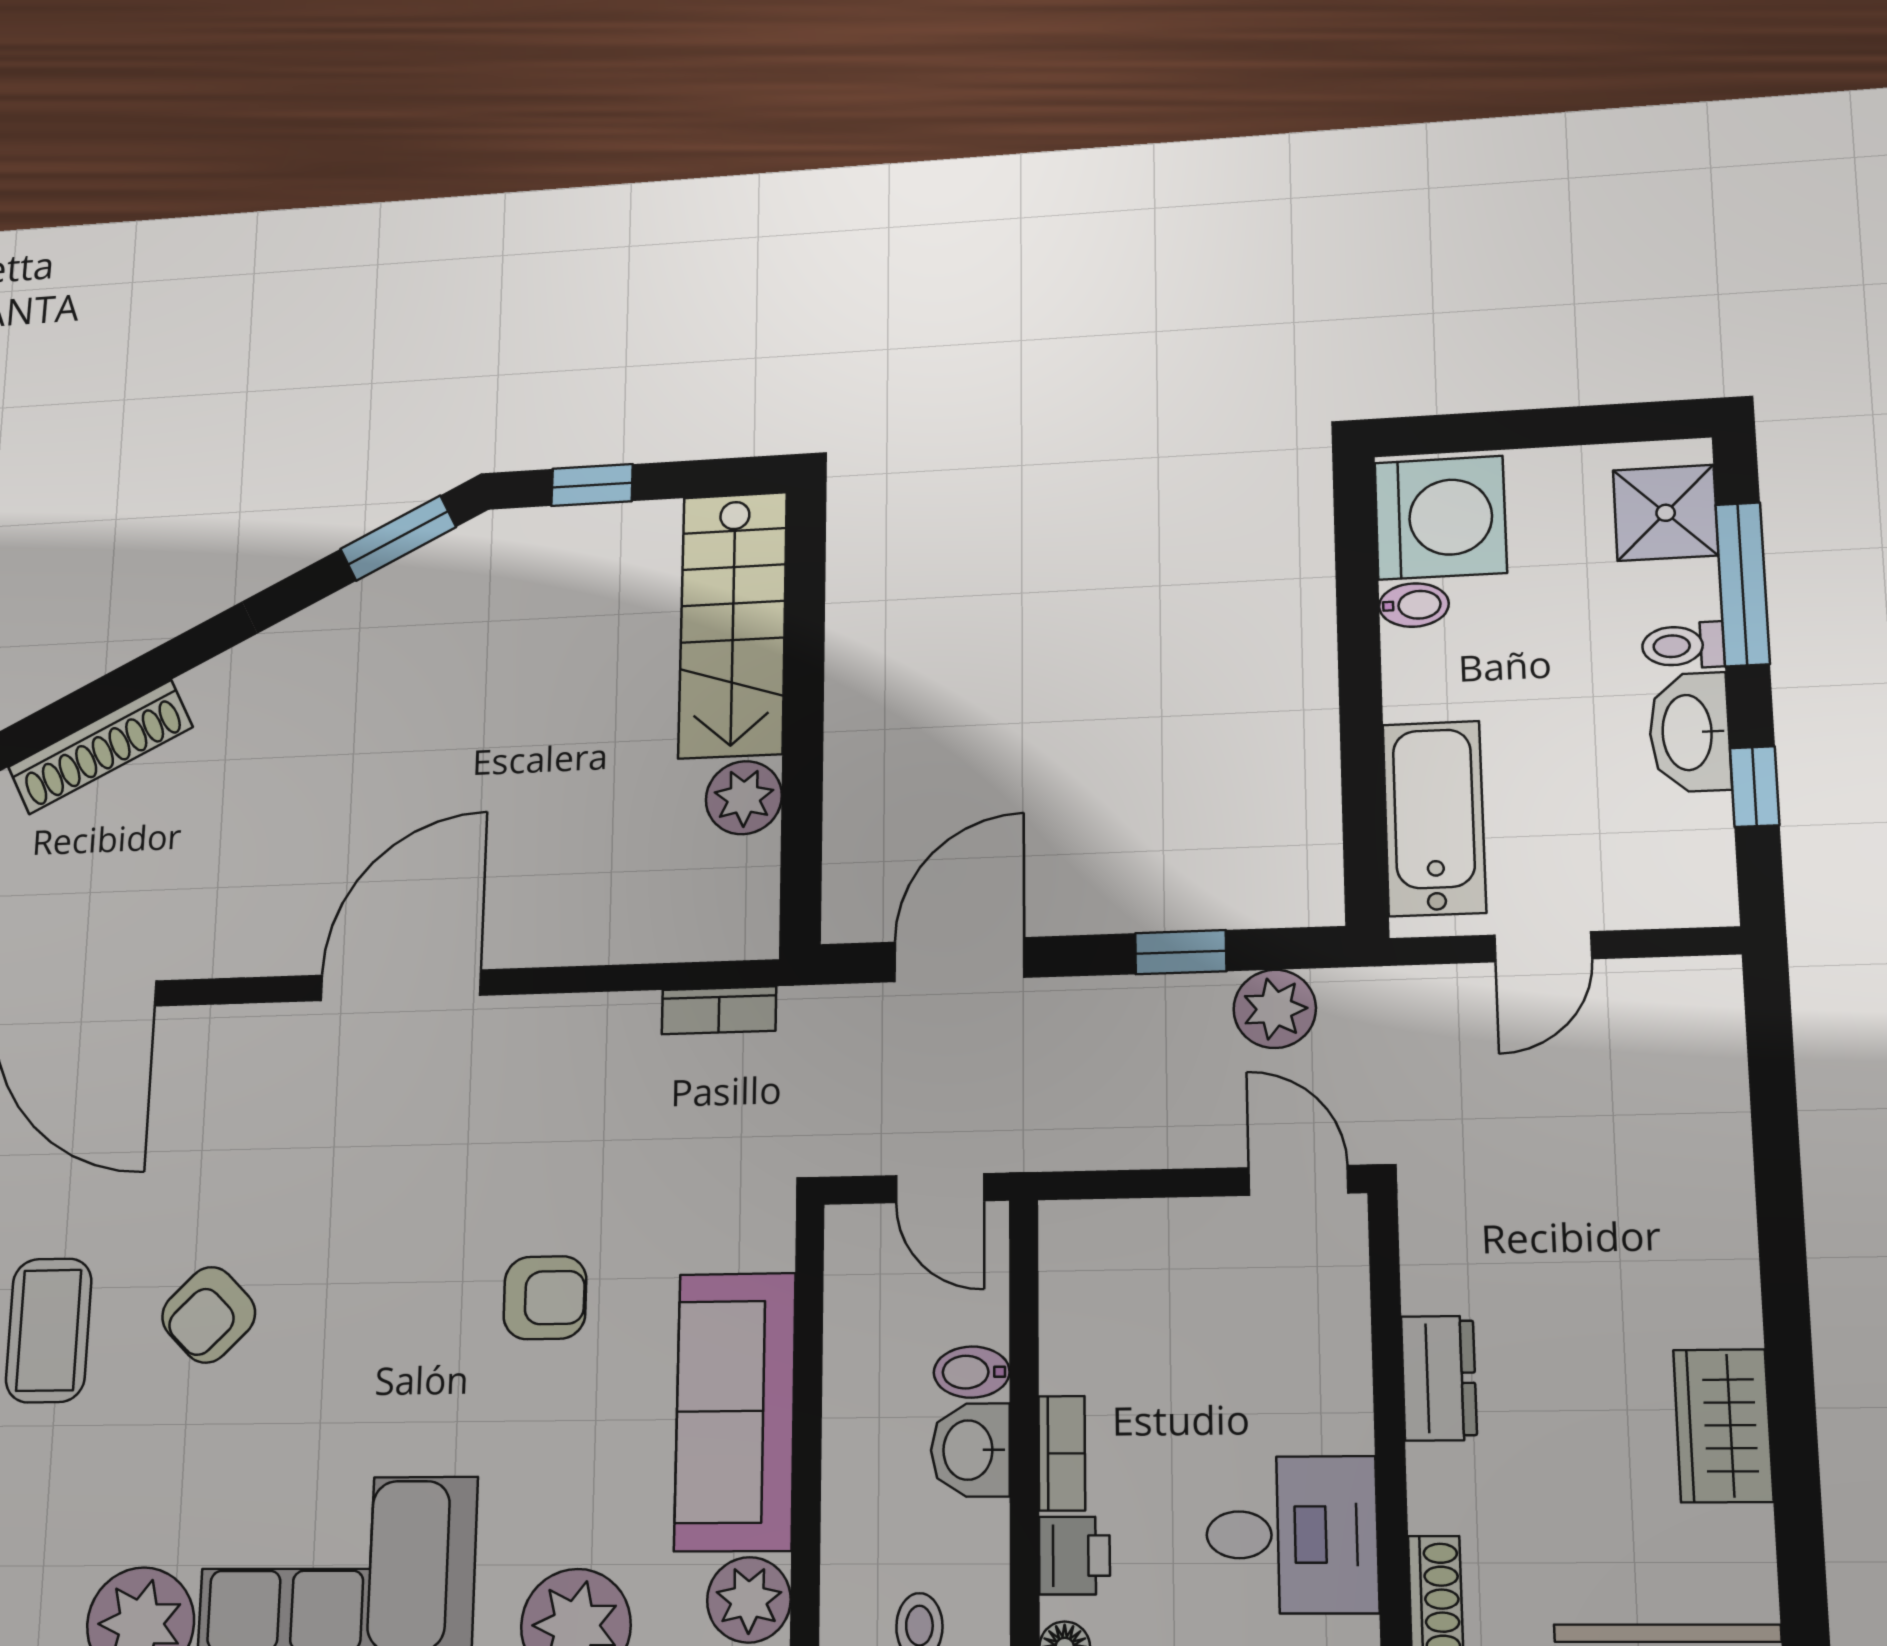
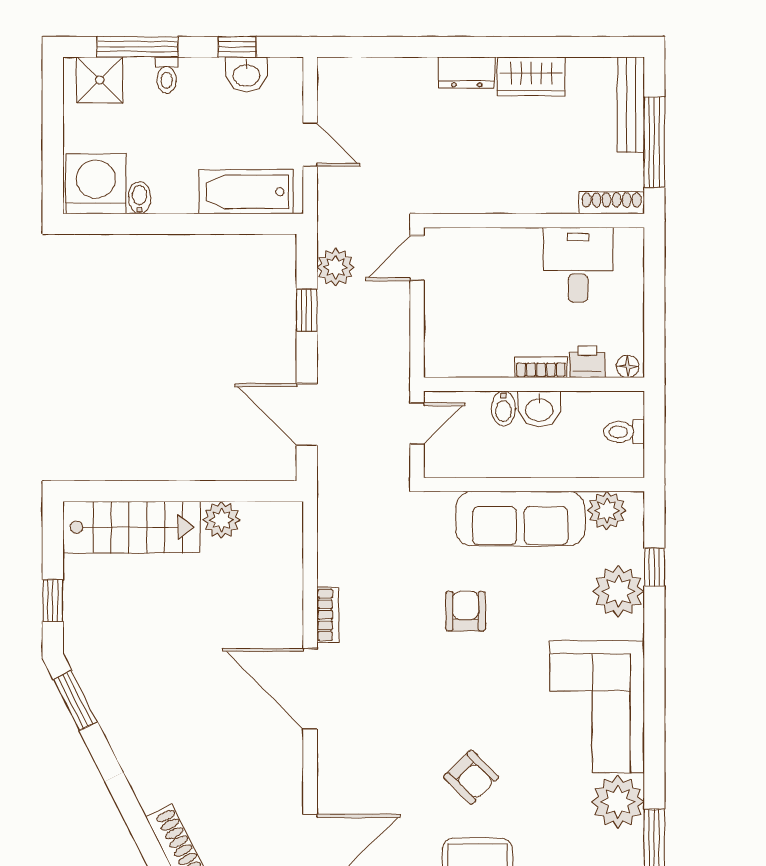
washbasin: (1689, 732) -> (246, 74), moved, width x0.72
bookcase: (719, 1010) -> (328, 615), moved
dresser: (1439, 1378) -> (467, 73), moved, turned 180

